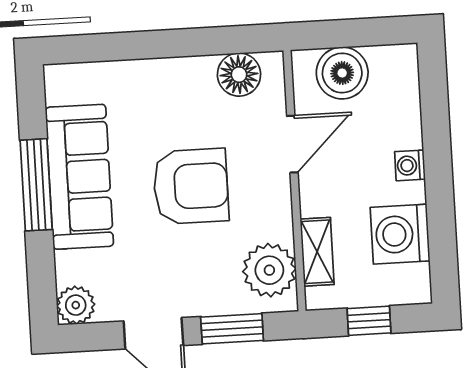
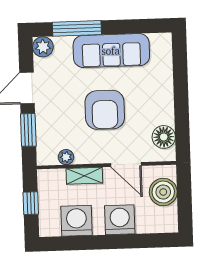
washing machine: (410, 165) -> (120, 220), width x1.89, depth x1.89
window: (36, 185) -> (77, 28), moved
shelving: (317, 252) -> (84, 176), moved
plant: (269, 270) -> (66, 157), width x0.53, depth x0.53

